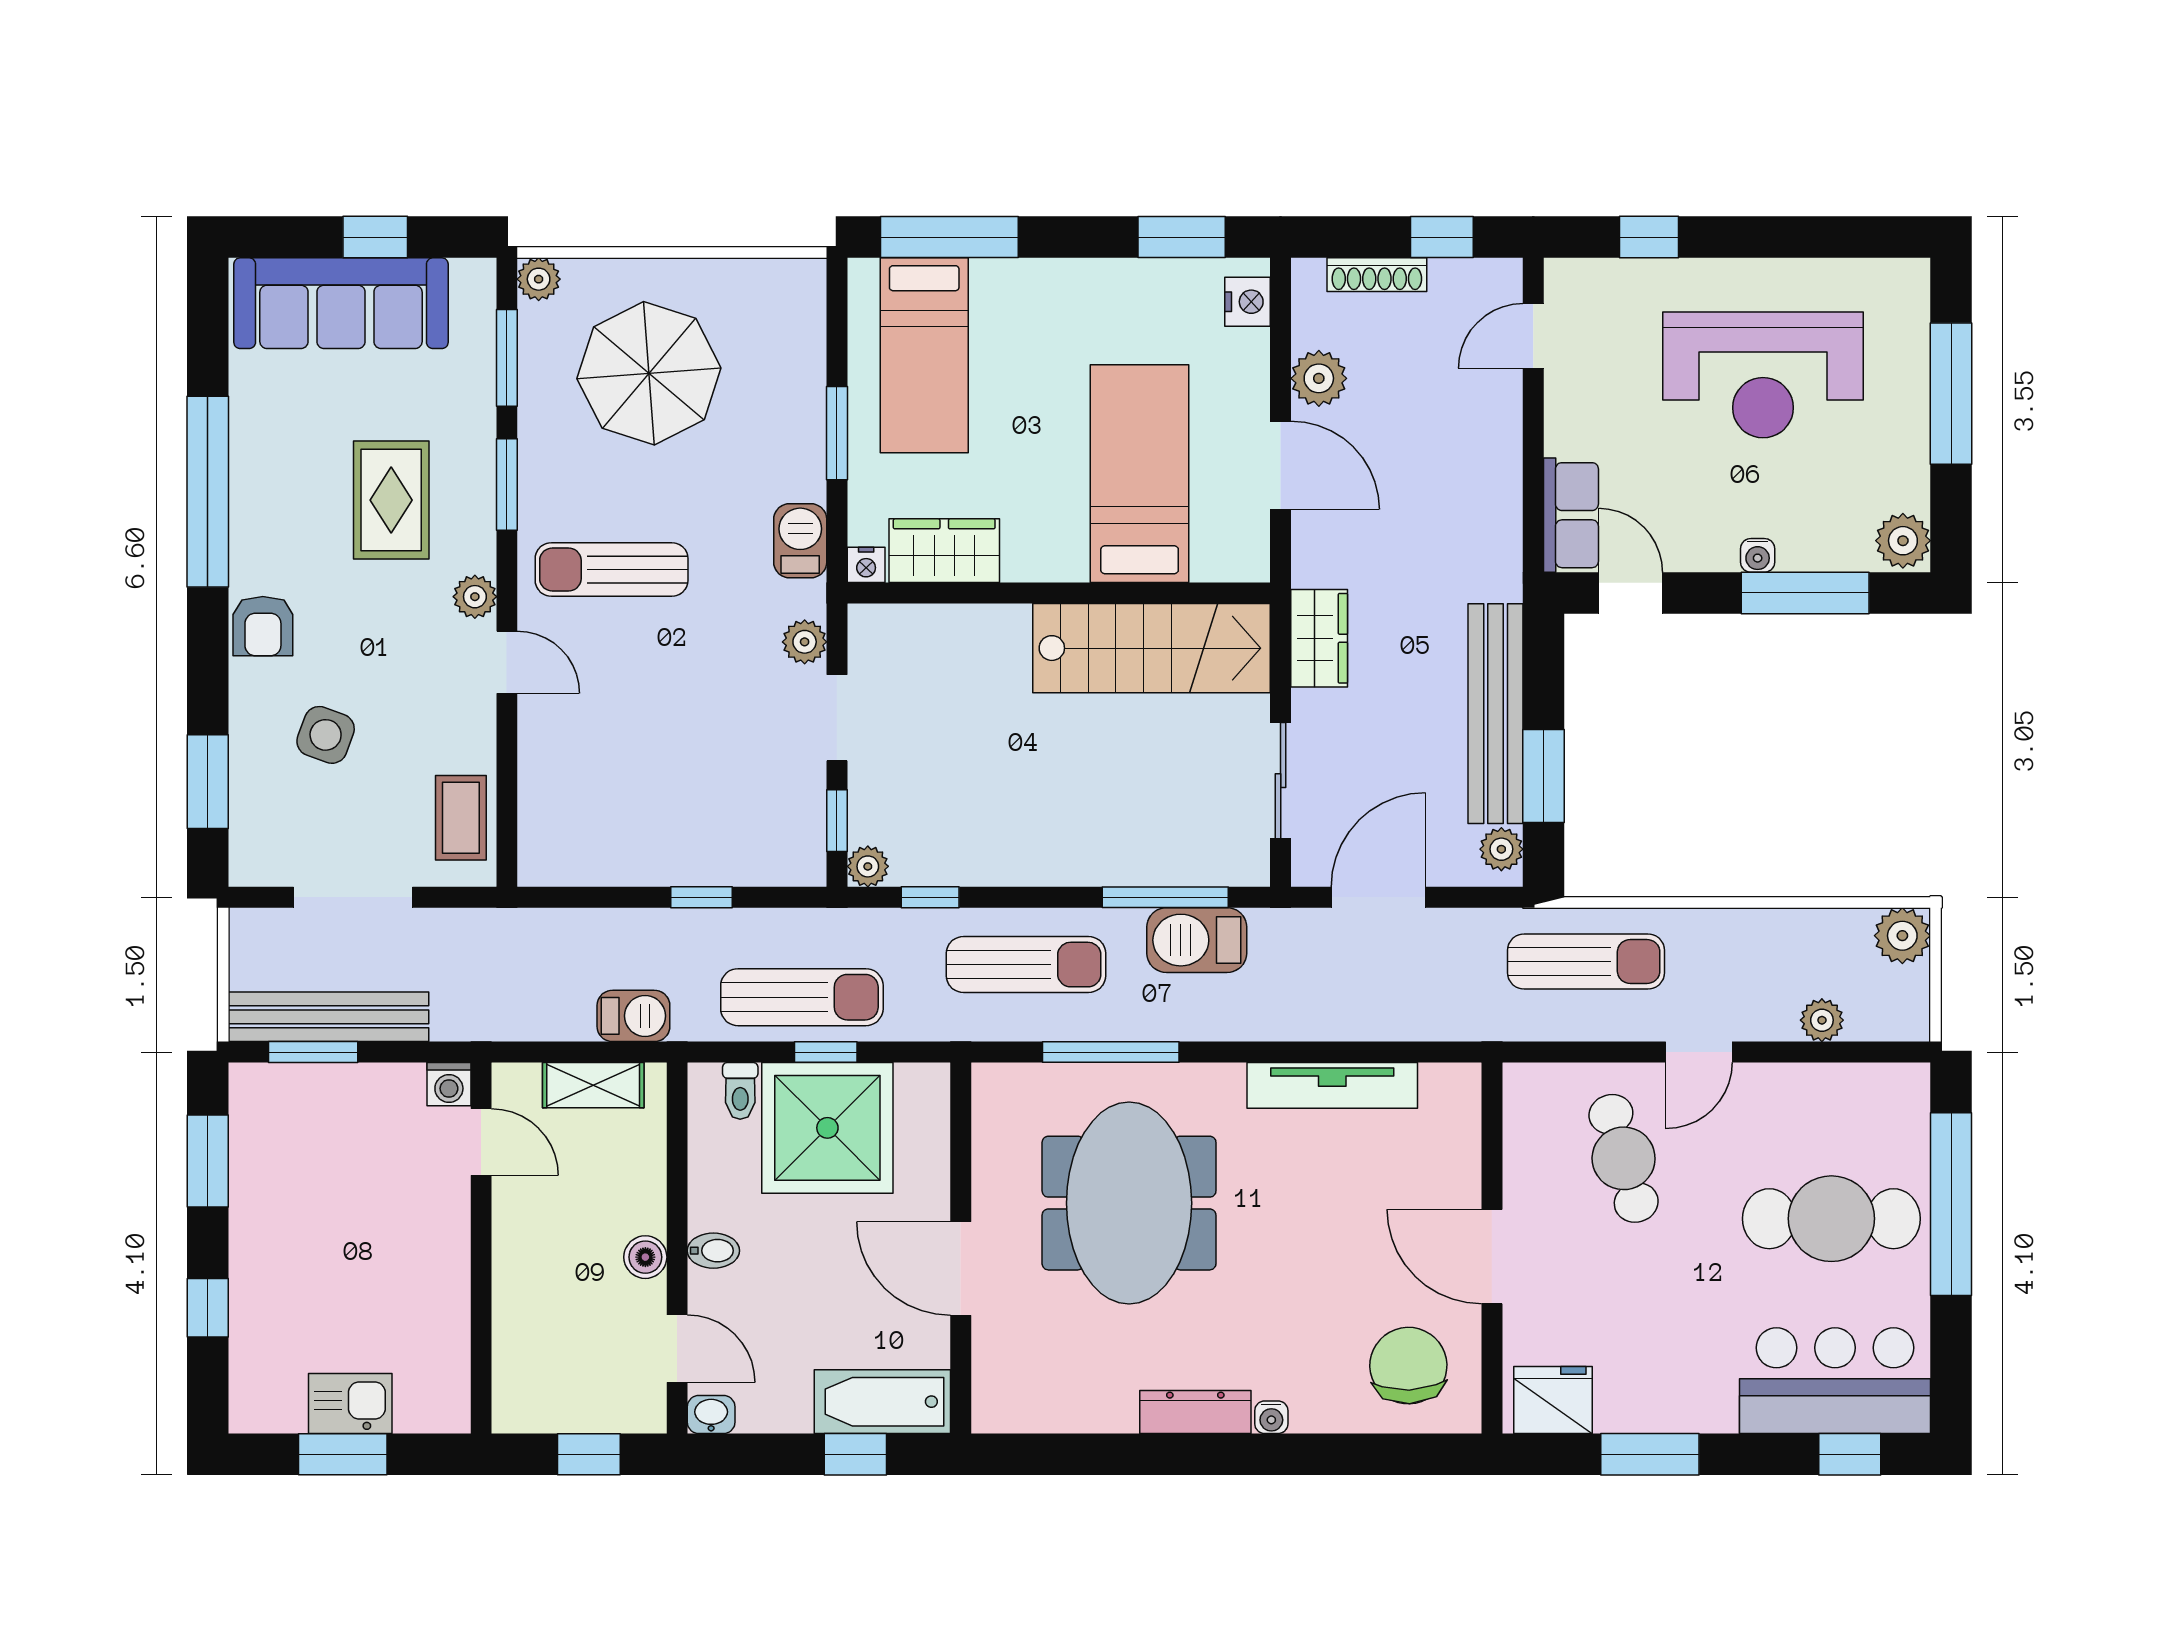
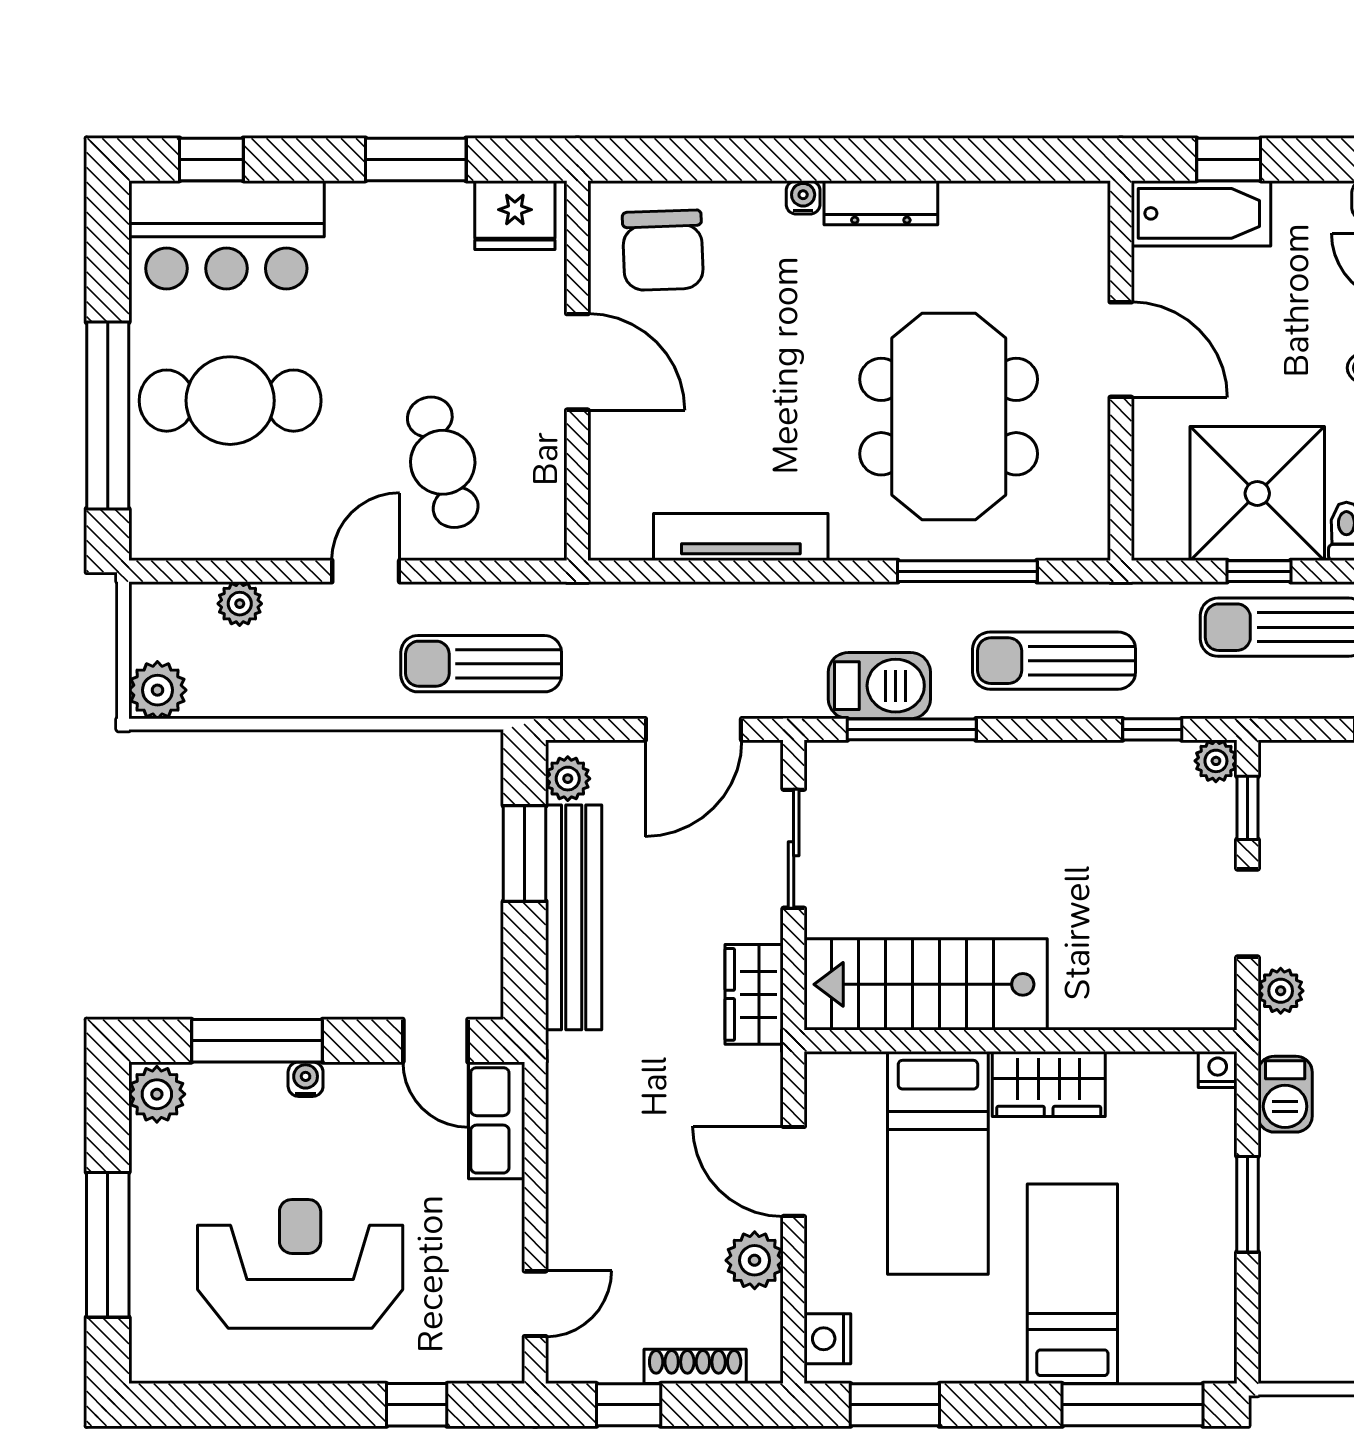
bed: (924, 355) -> (1072, 1284), moved
wardrobe: (944, 551) -> (1049, 1084), moved

